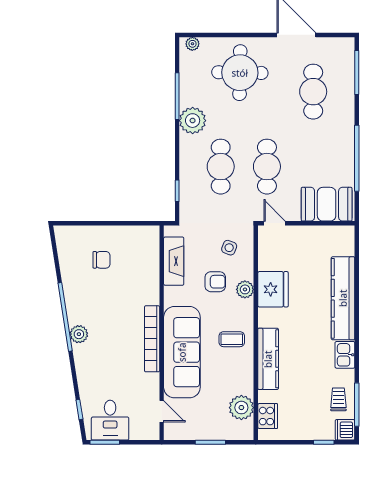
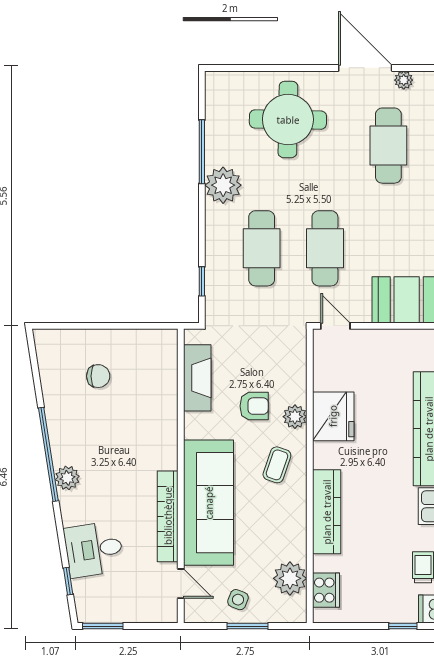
plant: (192, 44) -> (404, 80), moved
side table: (229, 248) -> (238, 600), moved
bookcase: (152, 339) -> (168, 516), moved
coffee table: (232, 339) -> (277, 465), moved, turned -71
desk: (110, 420) -> (94, 549), moved, turned 81

